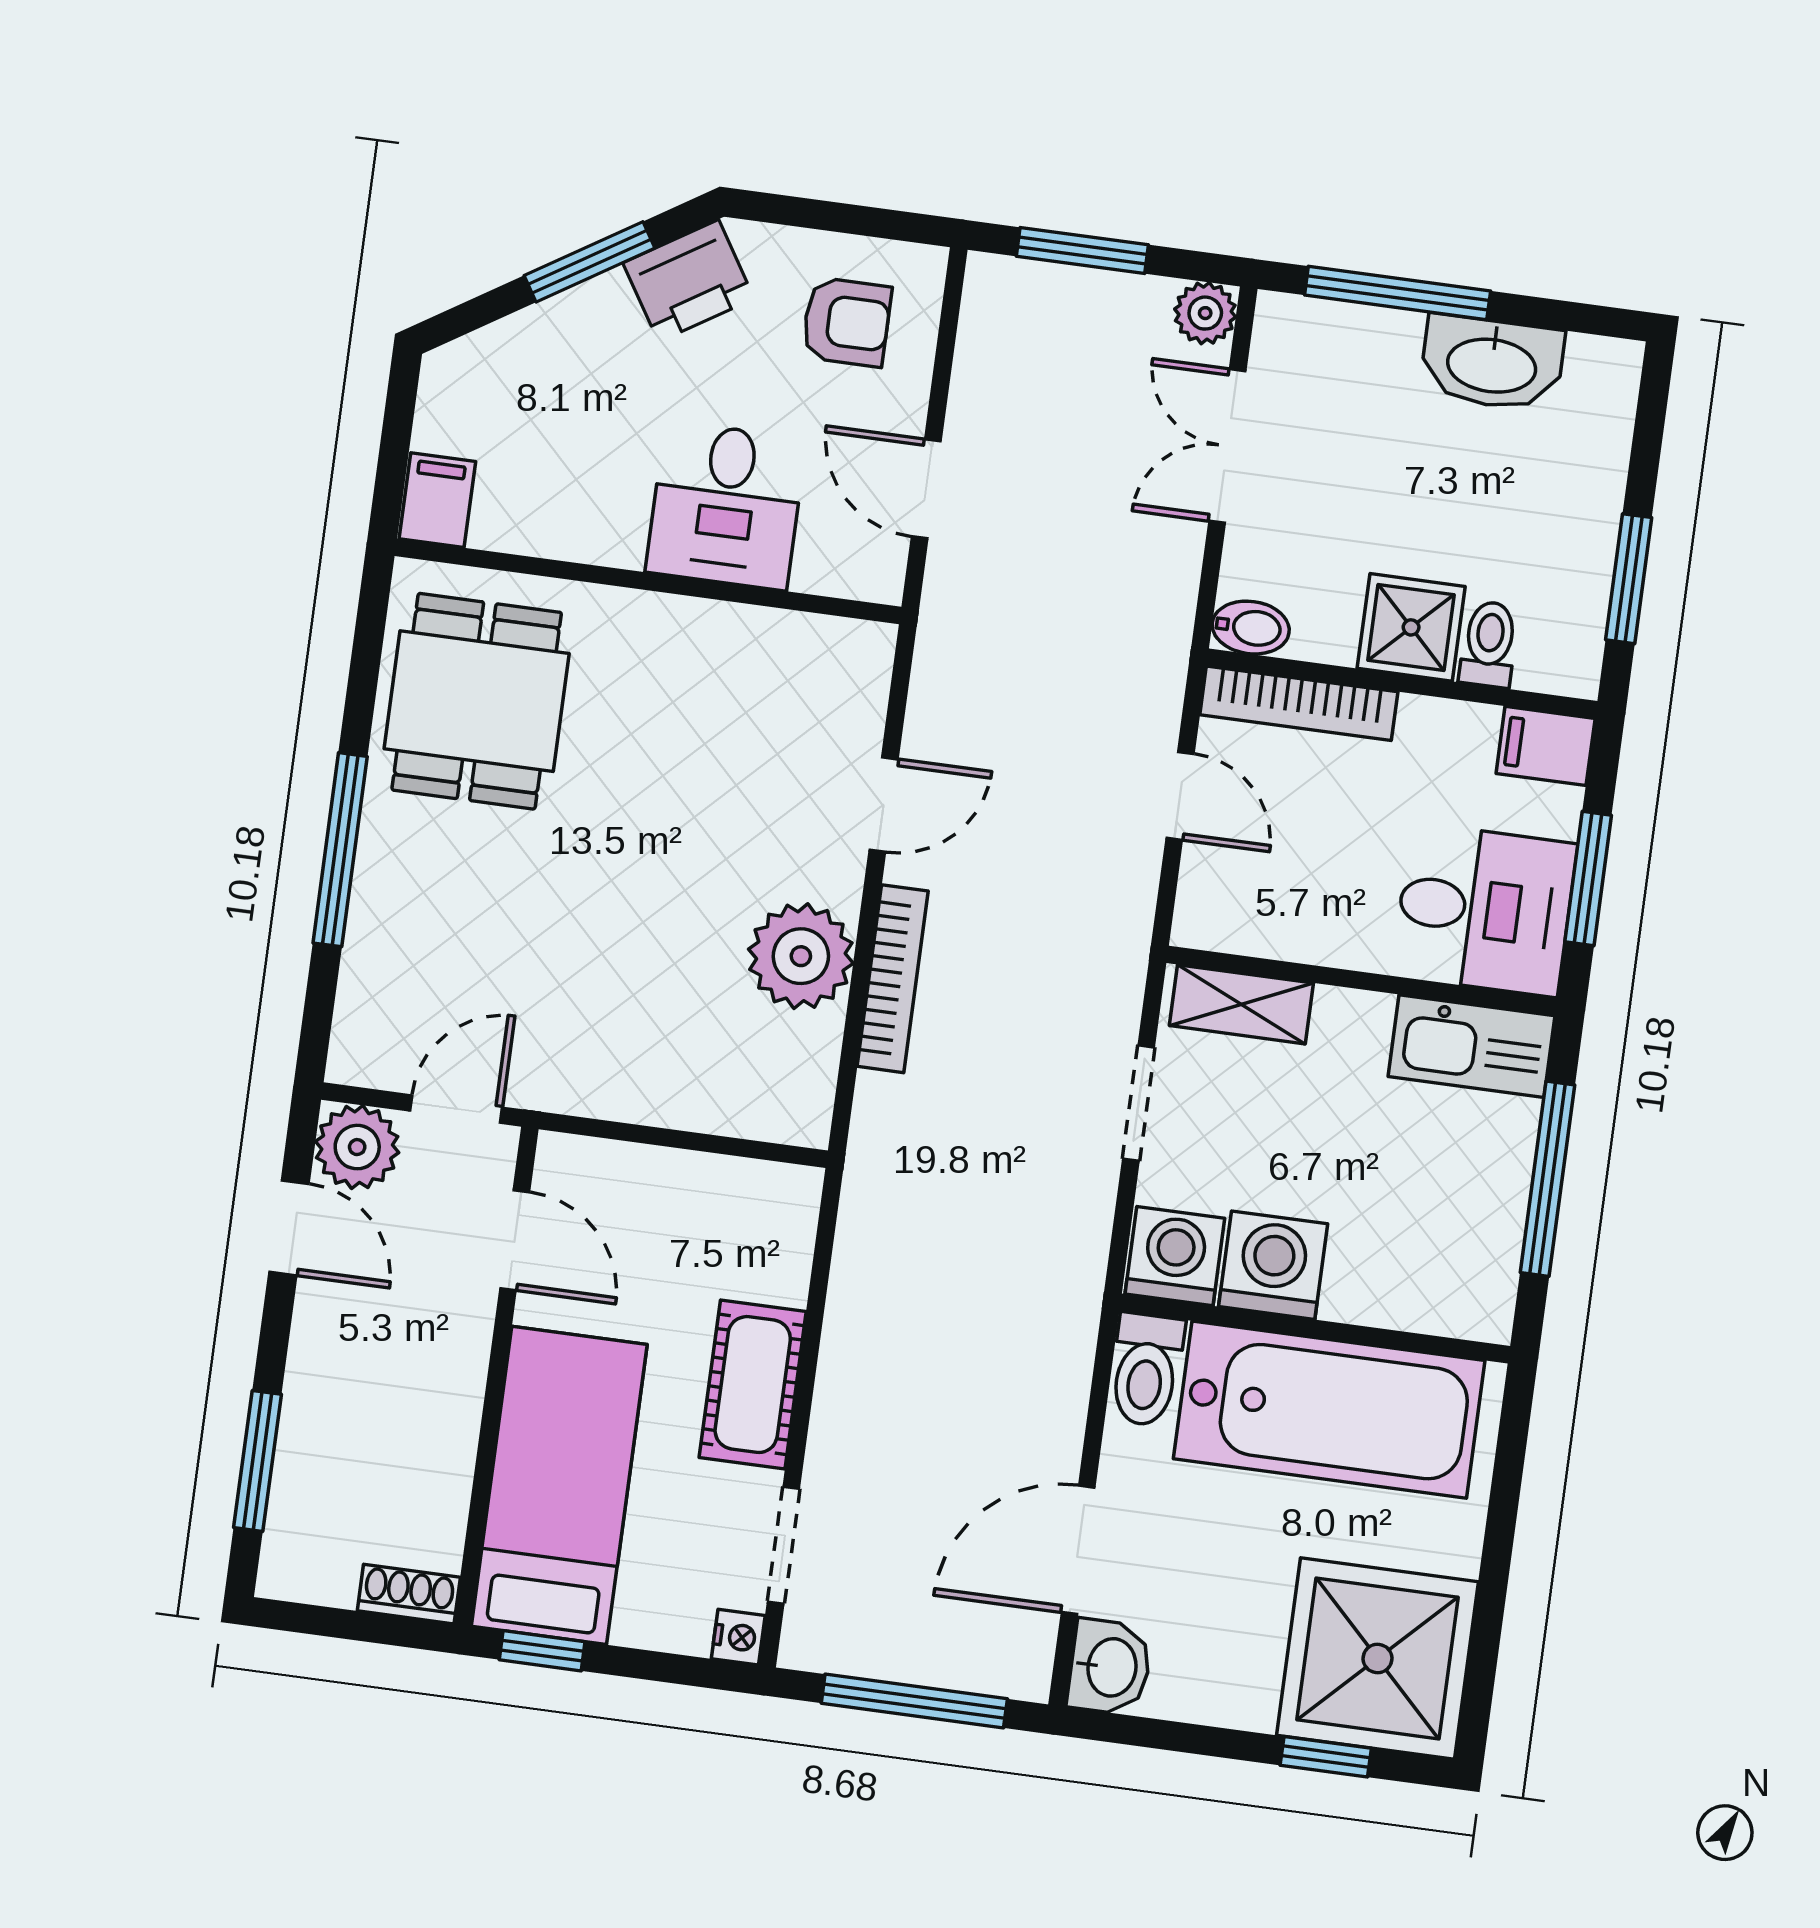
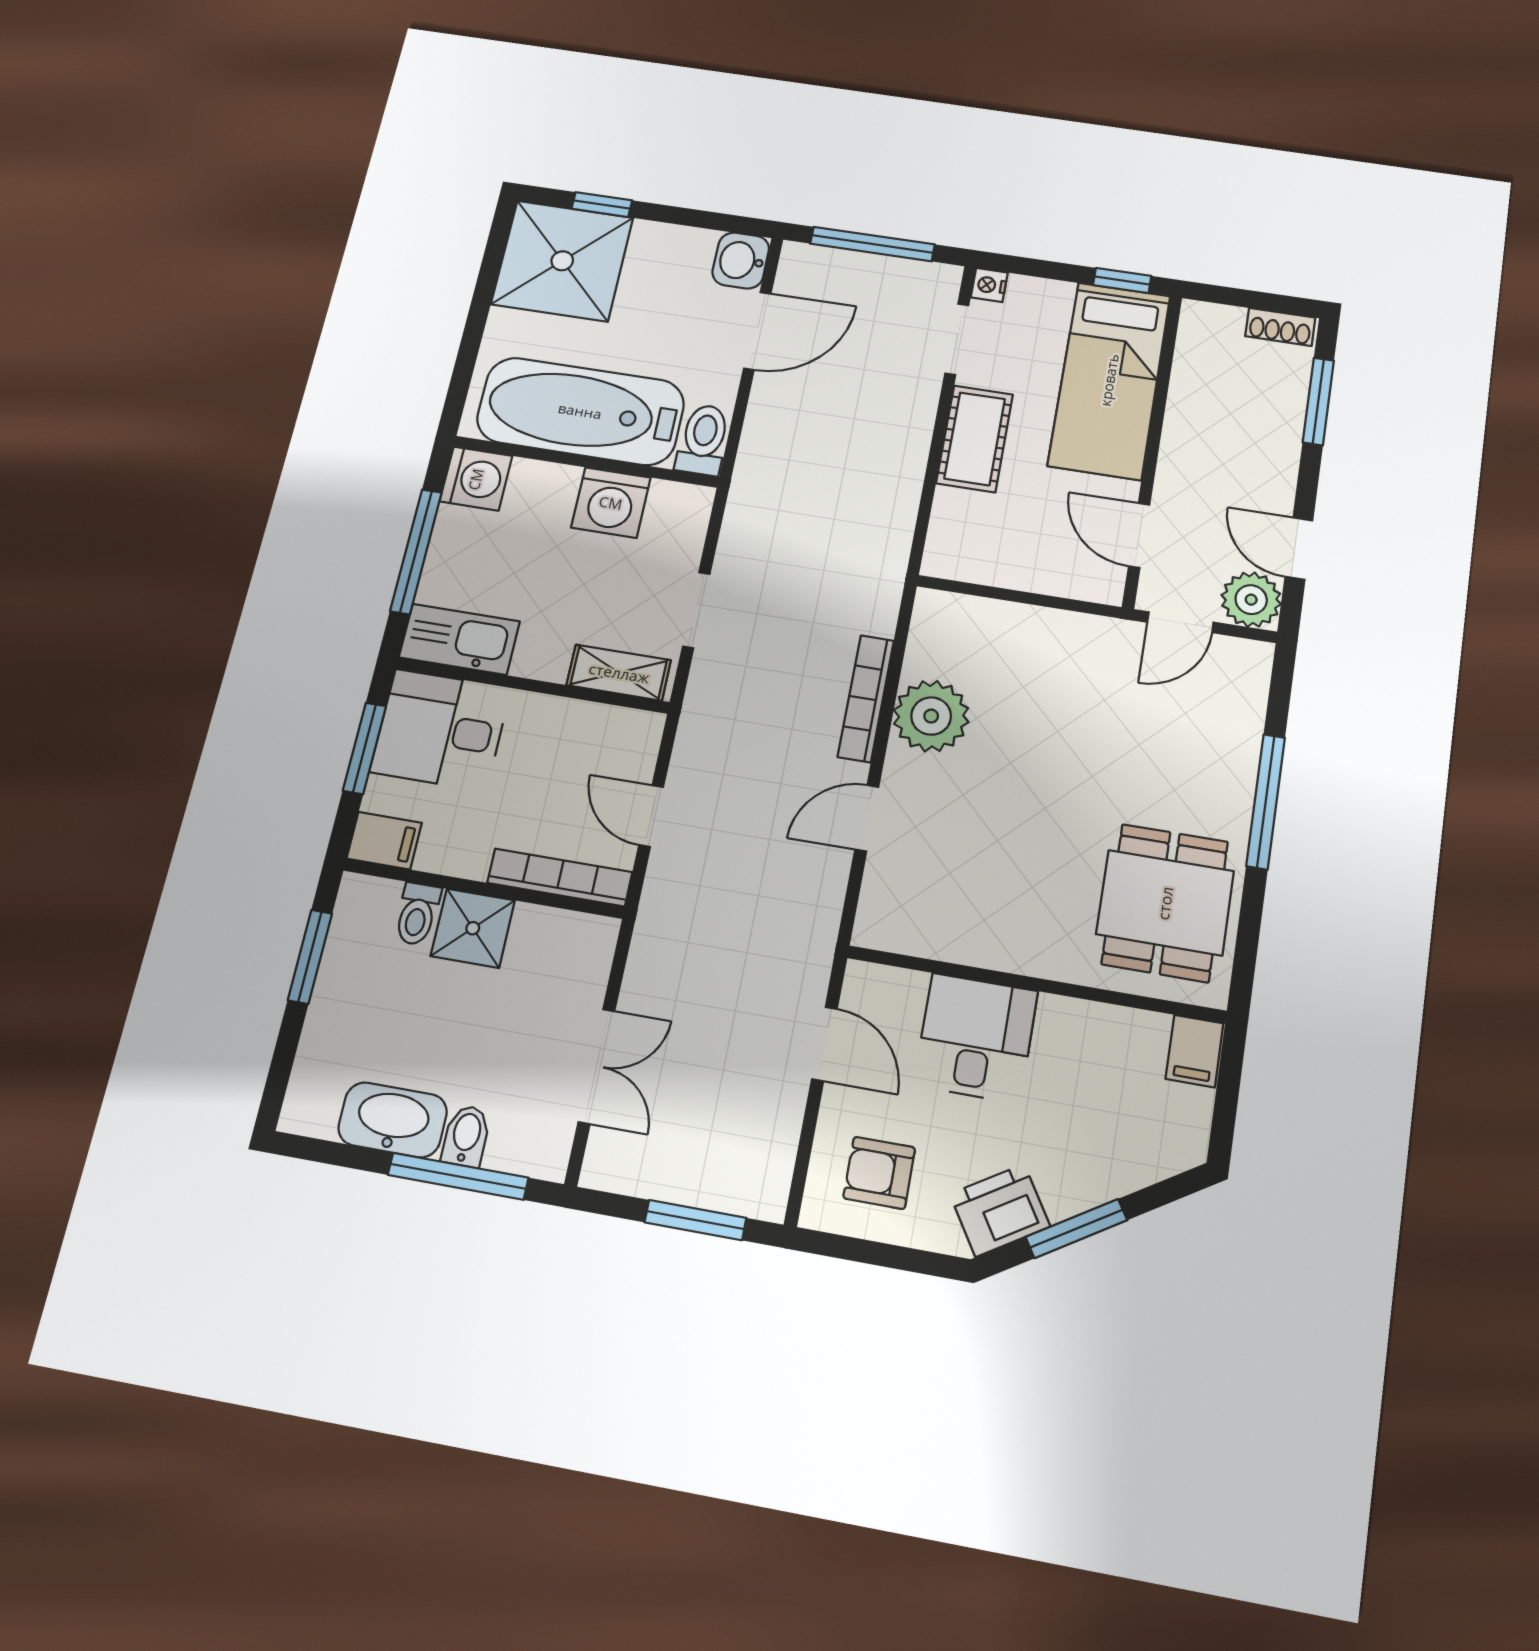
plant: (1205, 313) -> (605, 1167), removed
bidet: (1251, 628) -> (466, 1136), moved, turned 90
washing machine: (1175, 1256) -> (476, 479), moved, turned -90
shoe rack: (409, 1594) -> (1280, 327), moved

